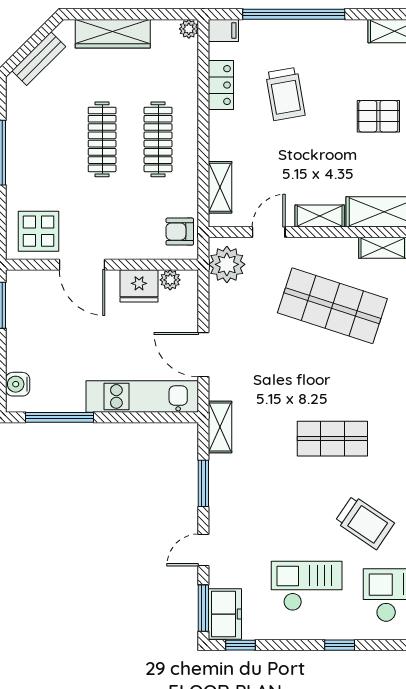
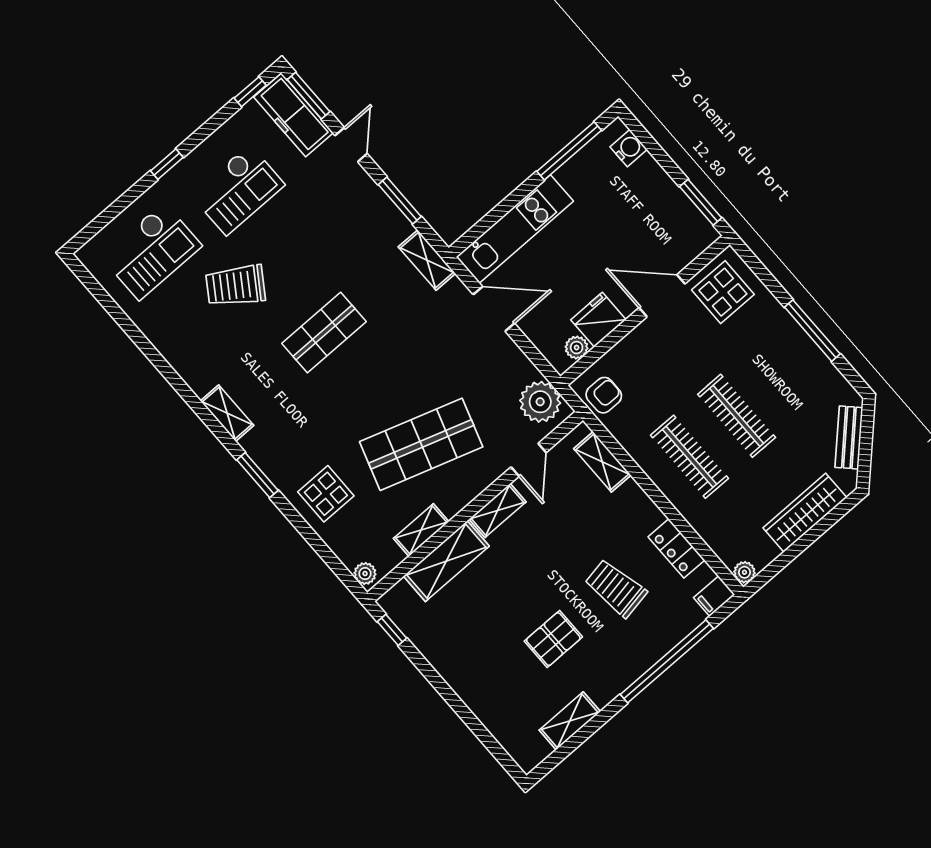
pallet: (378, 116) -> (553, 639), moved
freezer: (225, 614) -> (293, 115), width x1.40

